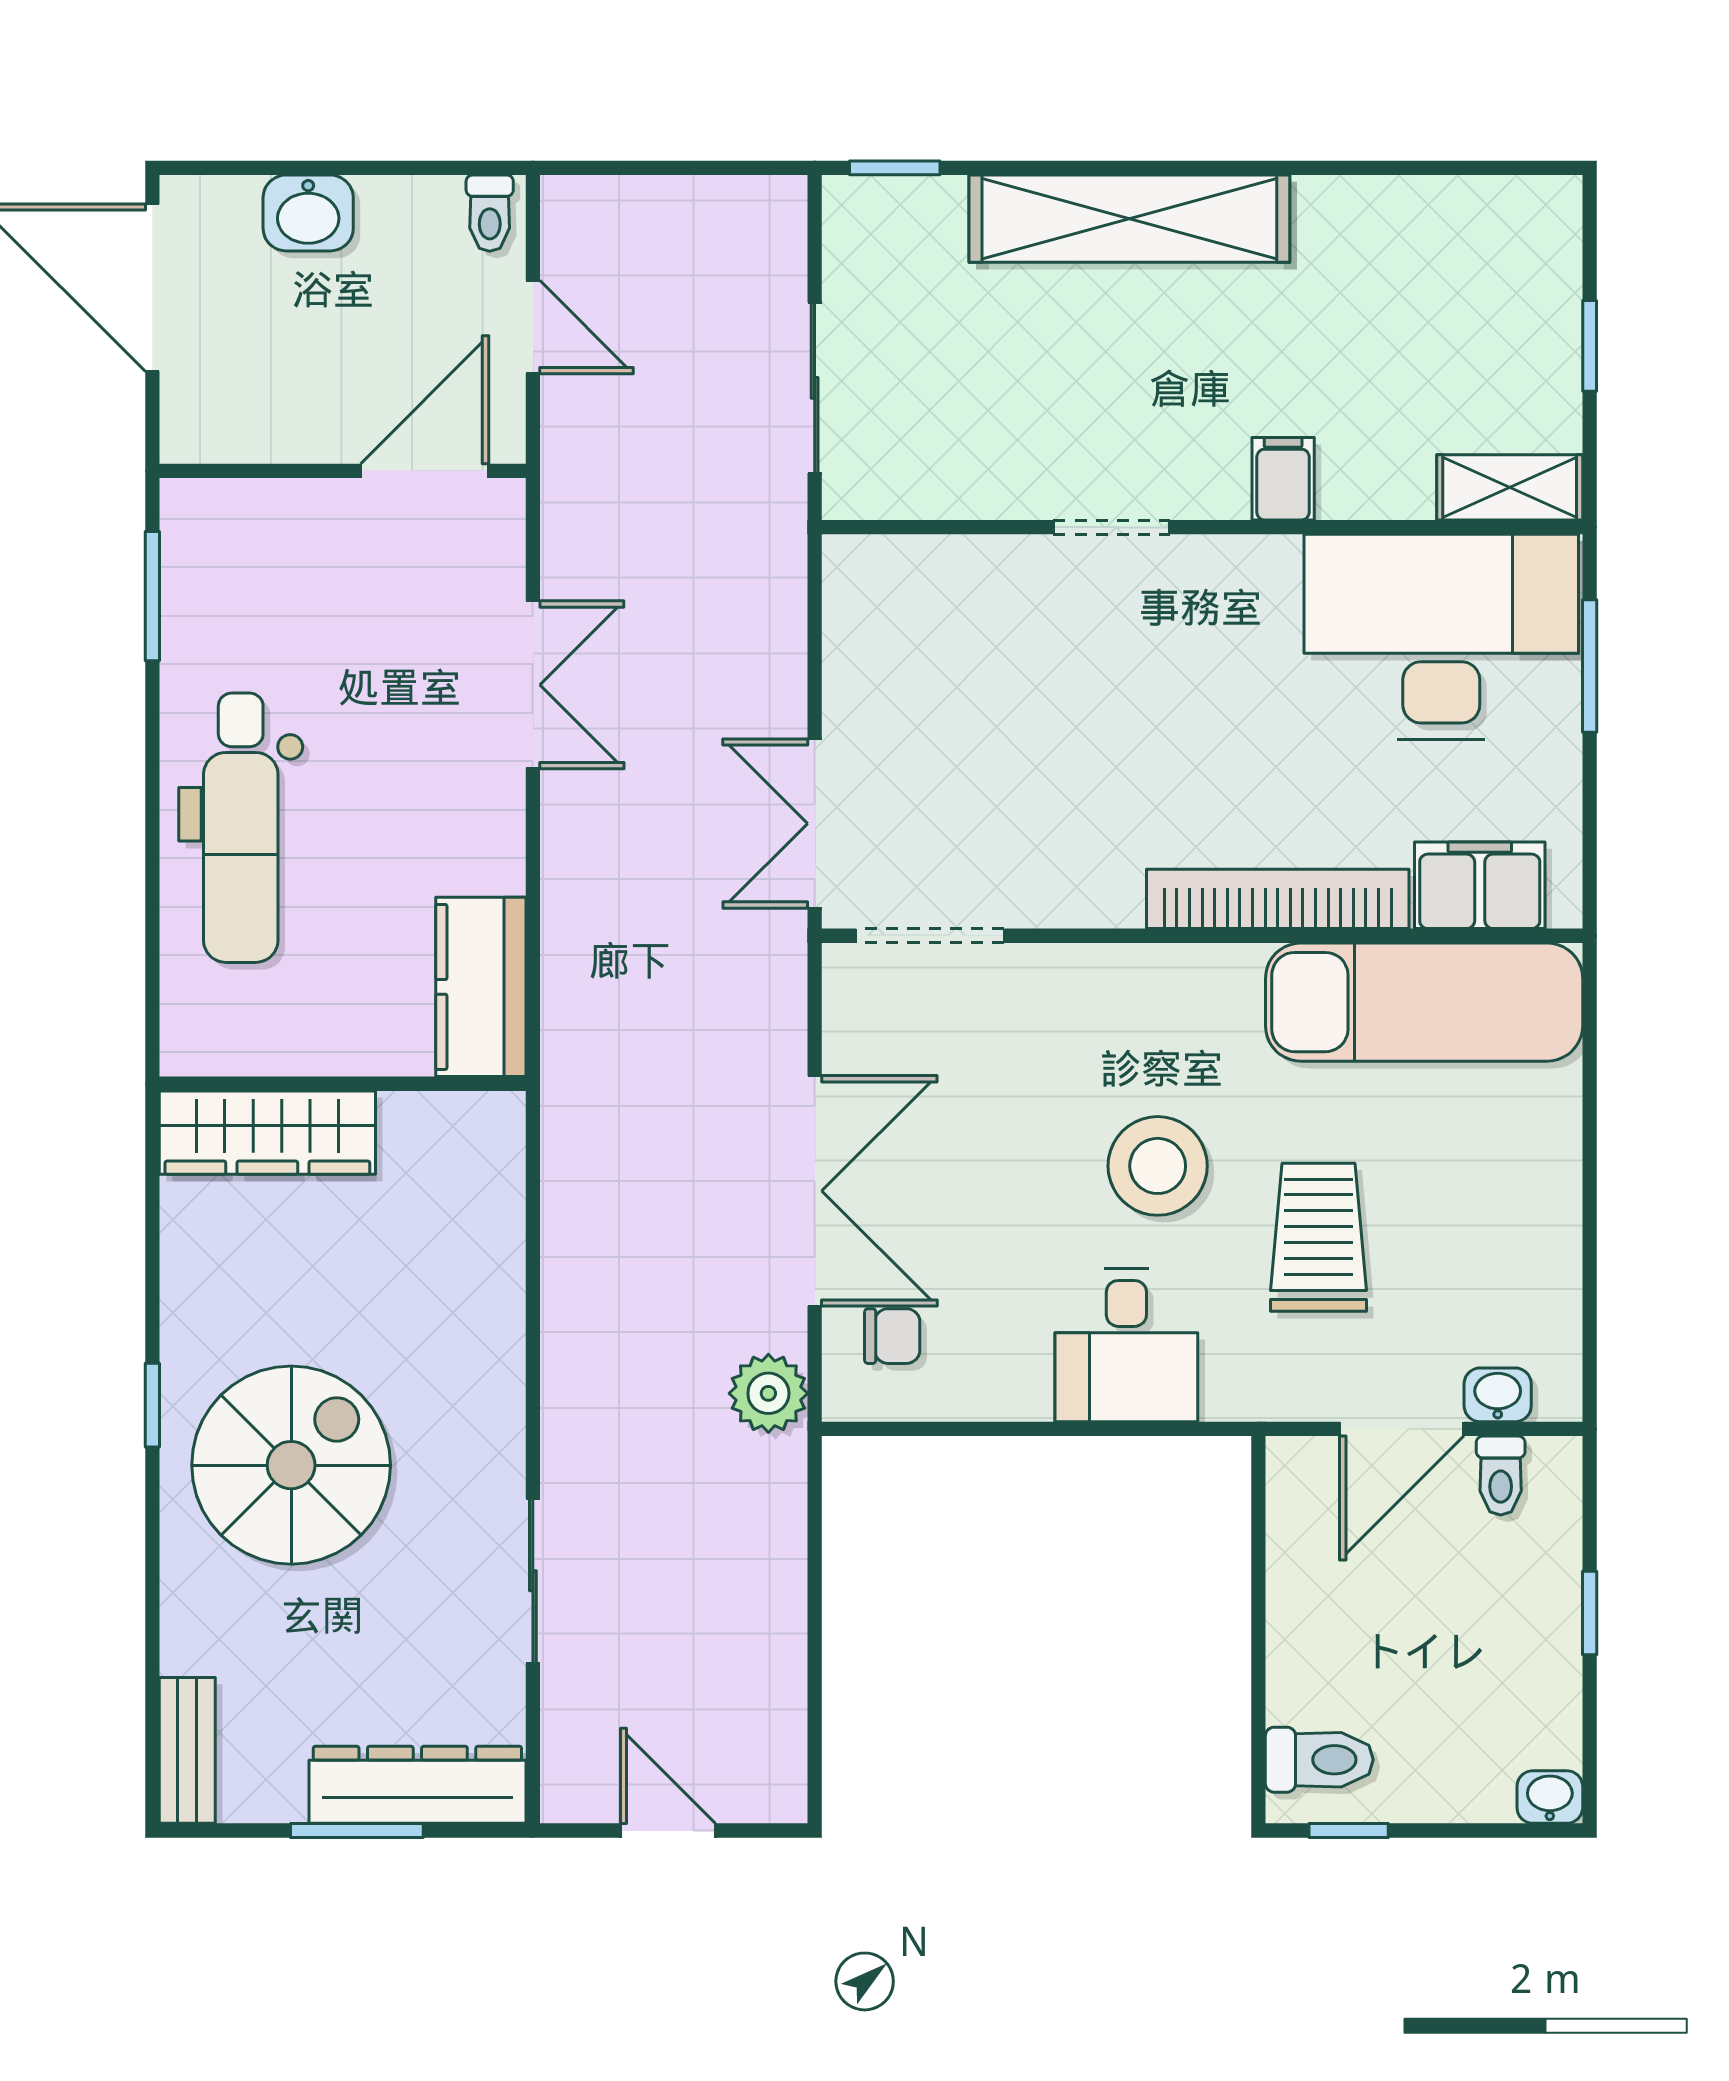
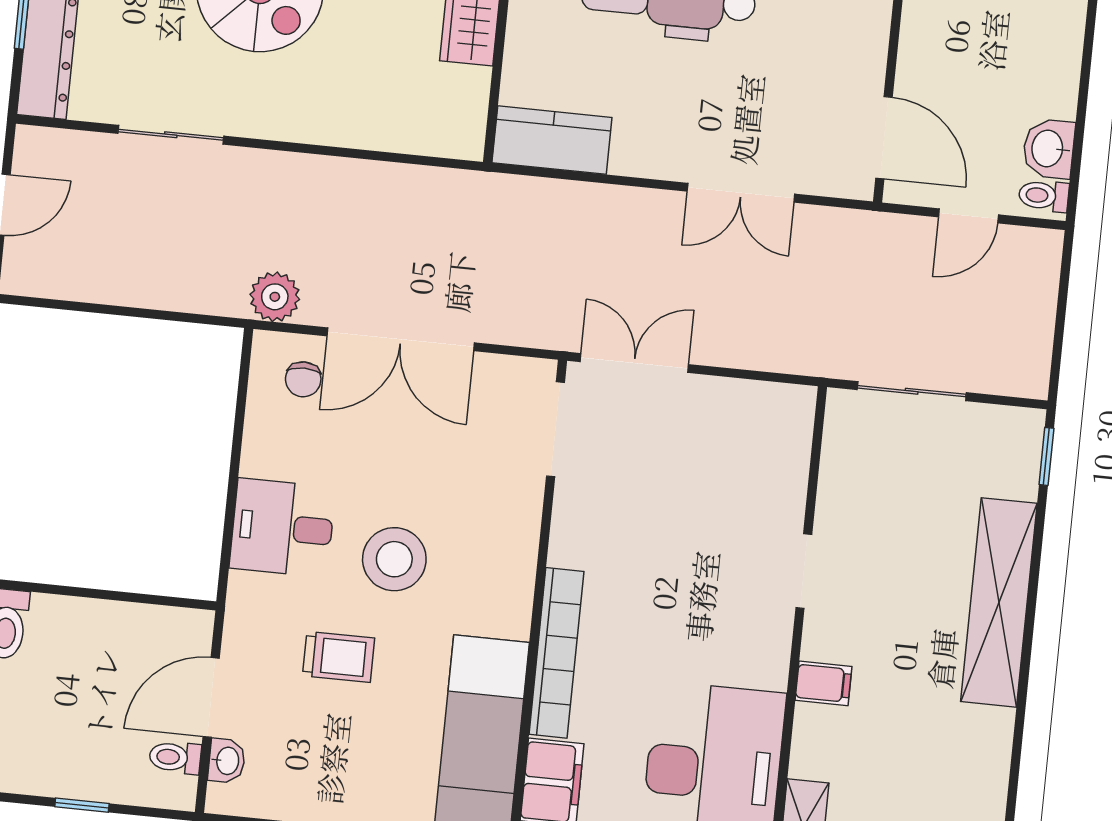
washbasin: (308, 213) -> (1049, 149), moved
trolley: (1318, 1237) -> (339, 657), width x0.73, depth x0.72
door: (1402, 1429) -> (211, 697), hinge flipped

